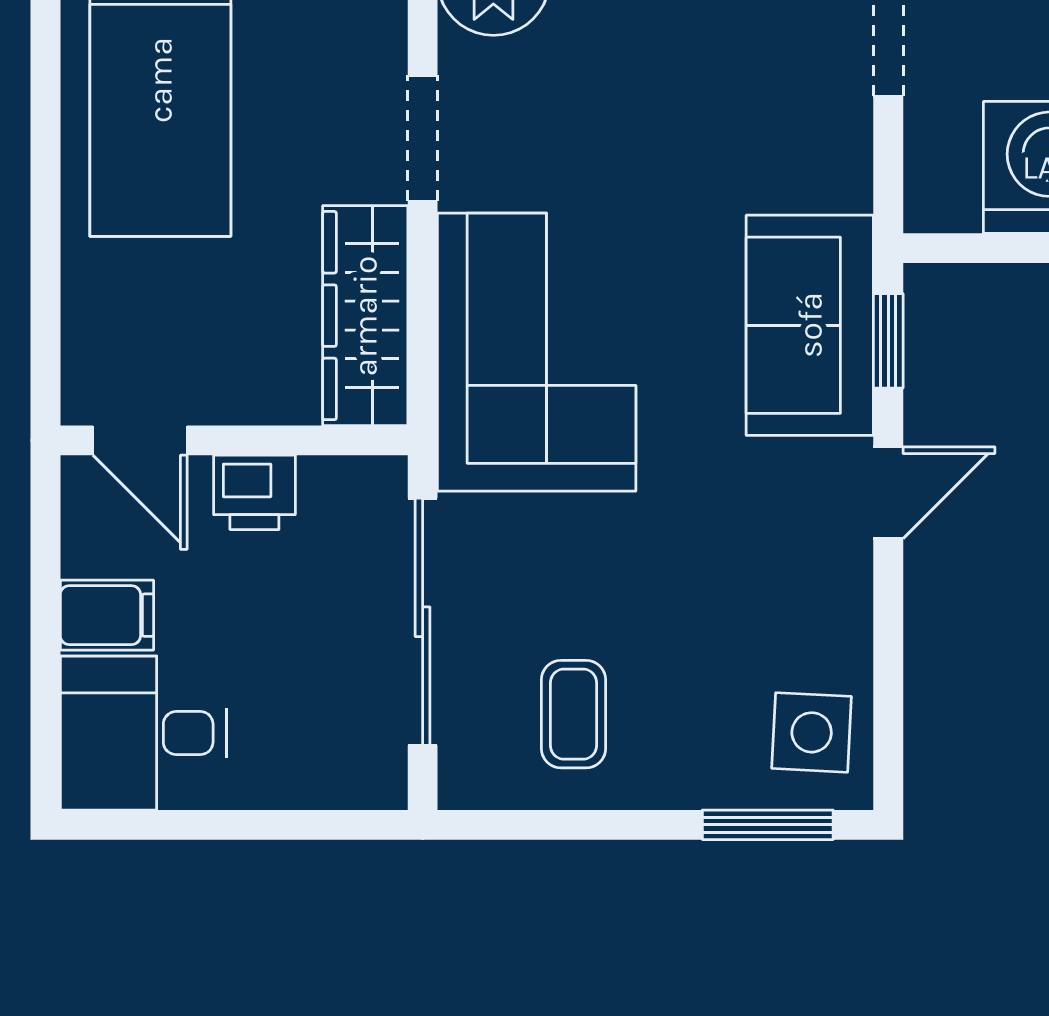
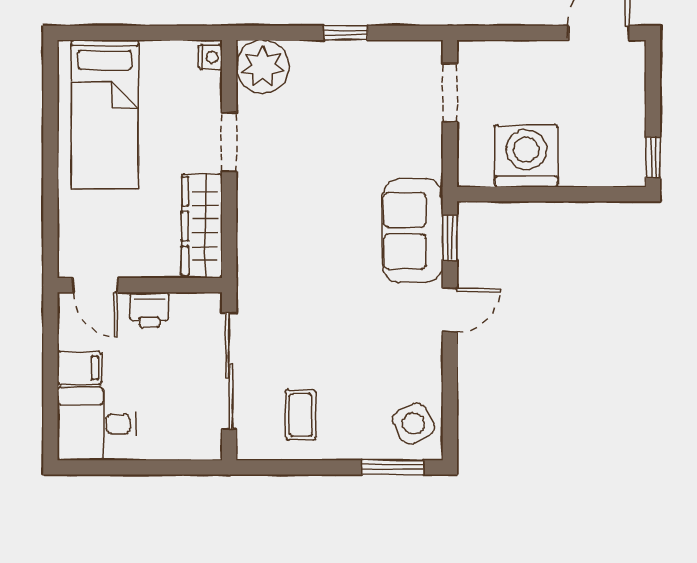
corner sofa: (537, 352) -> (283, 243), removed
side table: (812, 732) -> (413, 424), turned -30

